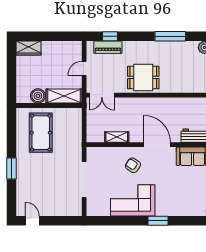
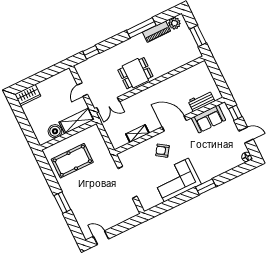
piano: (108, 47) -> (156, 32), moved
pool table: (41, 133) -> (72, 161), turned 90

